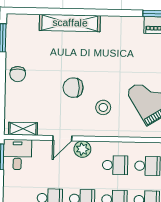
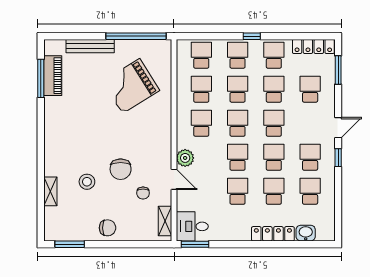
shelving: (70, 23) -> (50, 191), width x0.45, depth x0.75
stool: (103, 107) -> (87, 182), moved
chair: (50, 108) -> (143, 193), added

